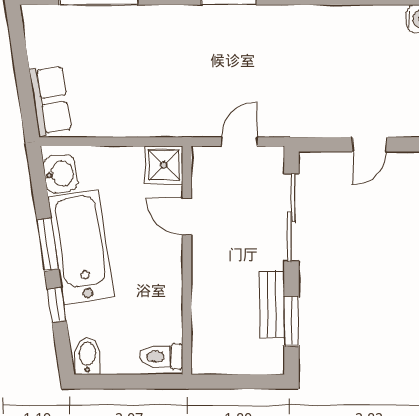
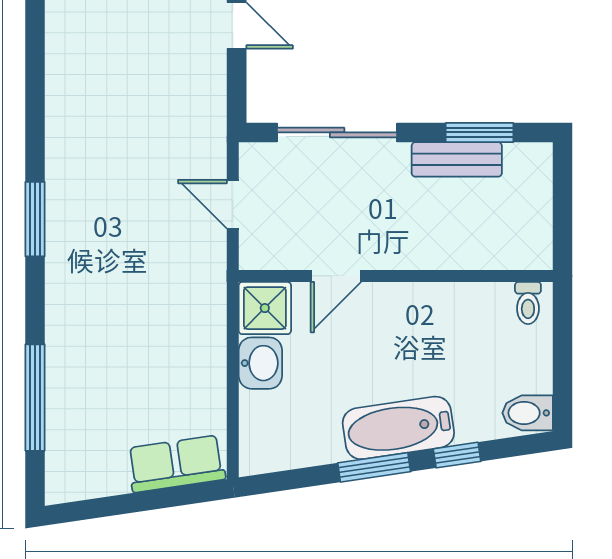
washbasin: (61, 174) -> (260, 363), moved, turned 98
bathtub: (81, 247) -> (398, 428), width x0.73, depth x0.73
toilet: (161, 356) -> (528, 303), width x0.73, depth x0.72

